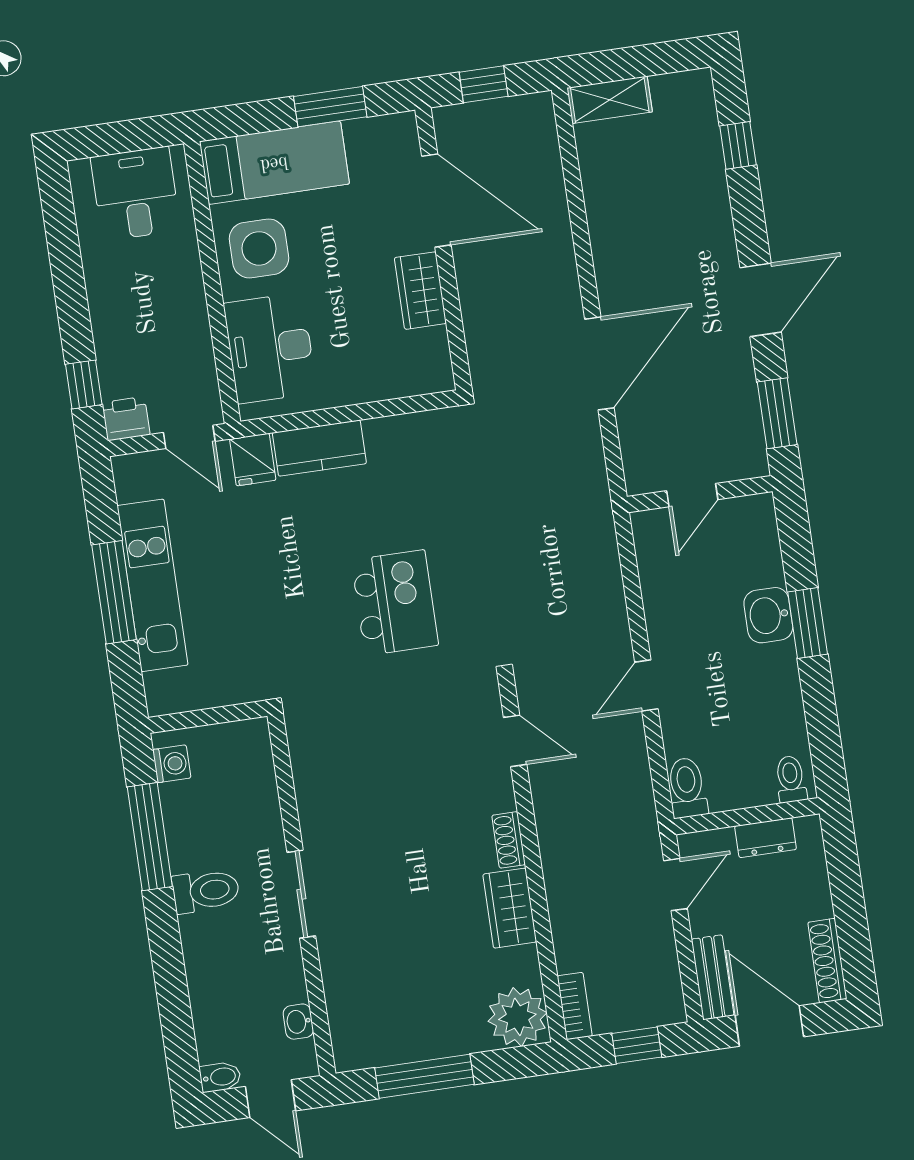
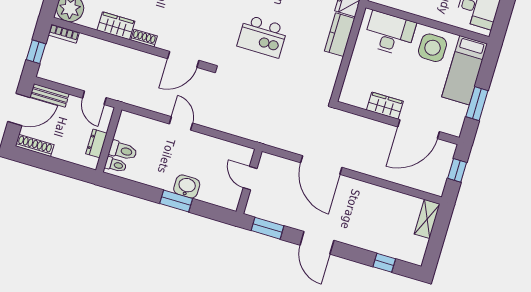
door: (515, 741) -> (183, 59), width x1.38
toilet: (687, 788) -> (123, 151), moved

